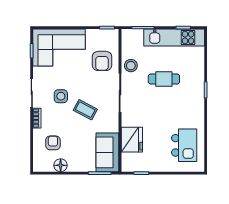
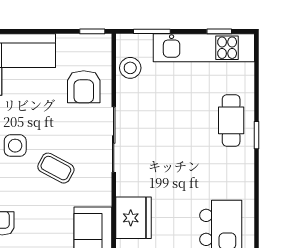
stool: (131, 66) -> (130, 68), moved
cafe table: (164, 79) -> (231, 120), moved, turned 90

